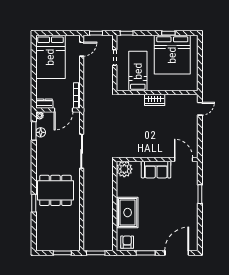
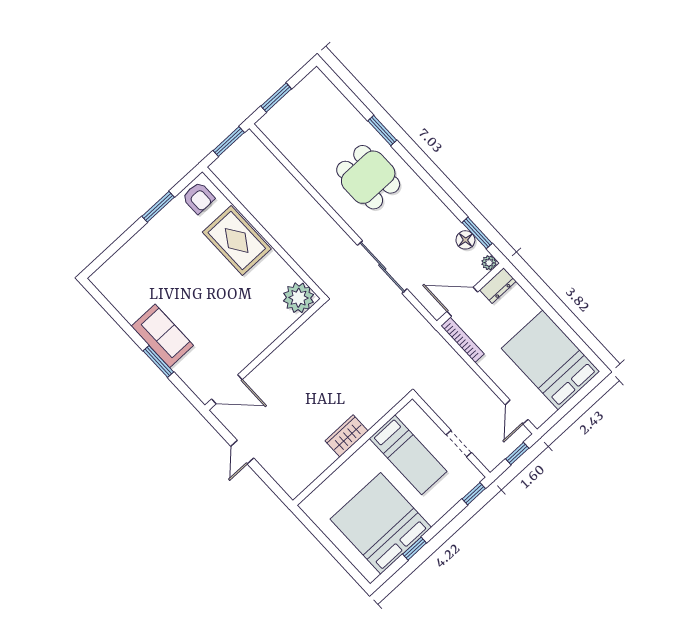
door: (200, 109) -> (242, 452), moved
door: (64, 110) -> (462, 302), hinge flipped
sofa: (156, 170) -> (162, 336), moved, turned 90
dining table: (55, 190) -> (368, 177), width x0.73
door: (177, 253) -> (114, 248), removed

